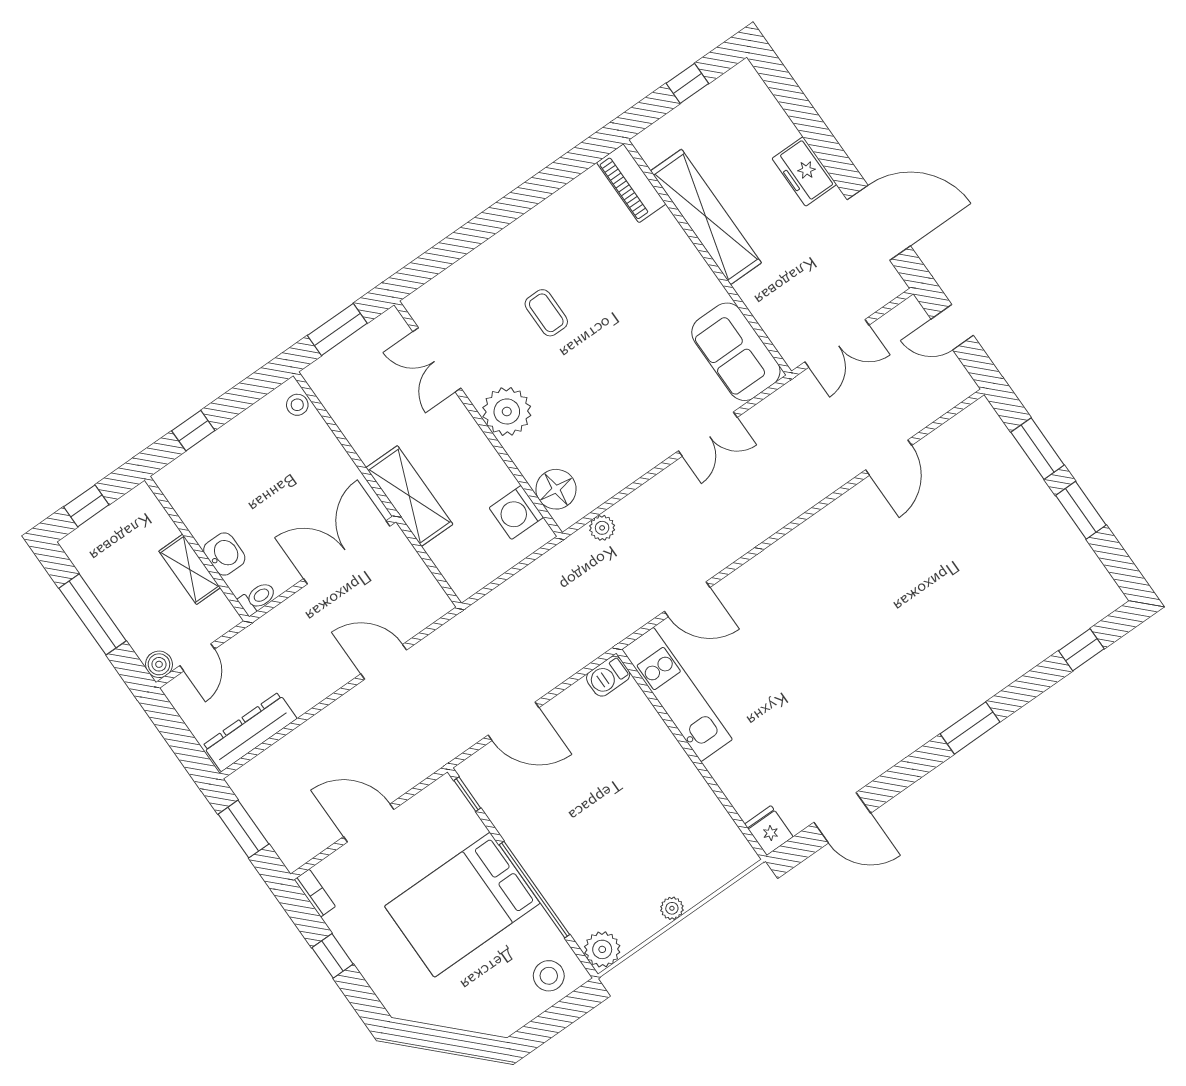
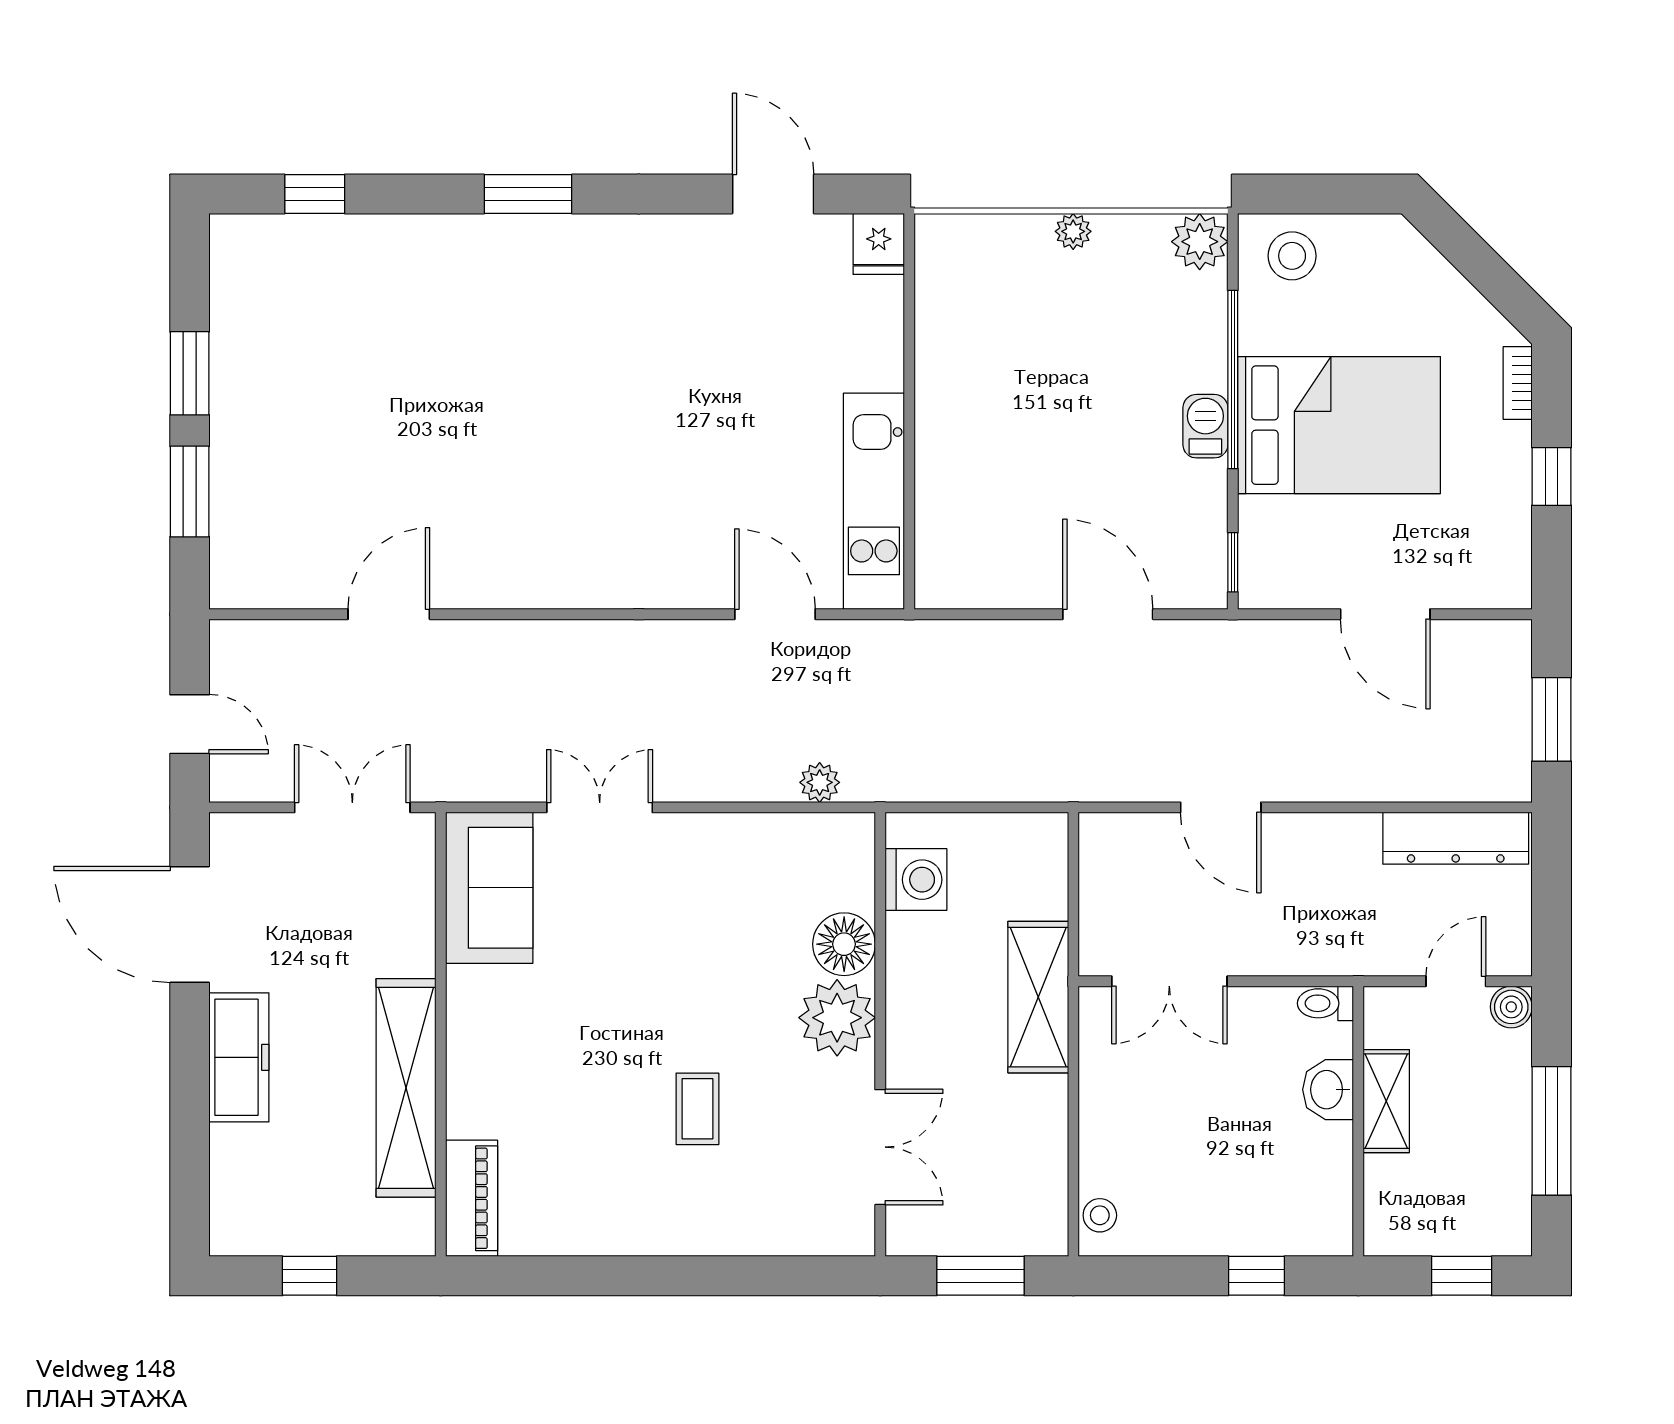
freezer: (804, 171) -> (239, 1057), width x1.40
floor lamp: (556, 489) -> (844, 944), moved
double door: (347, 552) -> (1169, 981), width x0.73
barbecue: (608, 676) -> (1205, 426), moved, turned -90
bookcase: (315, 893) -> (1518, 383), moved

